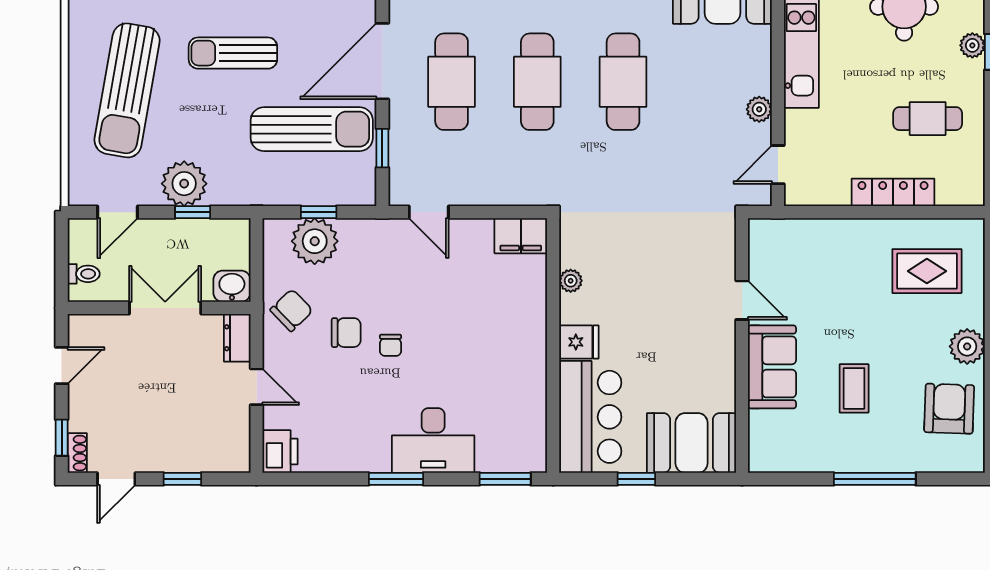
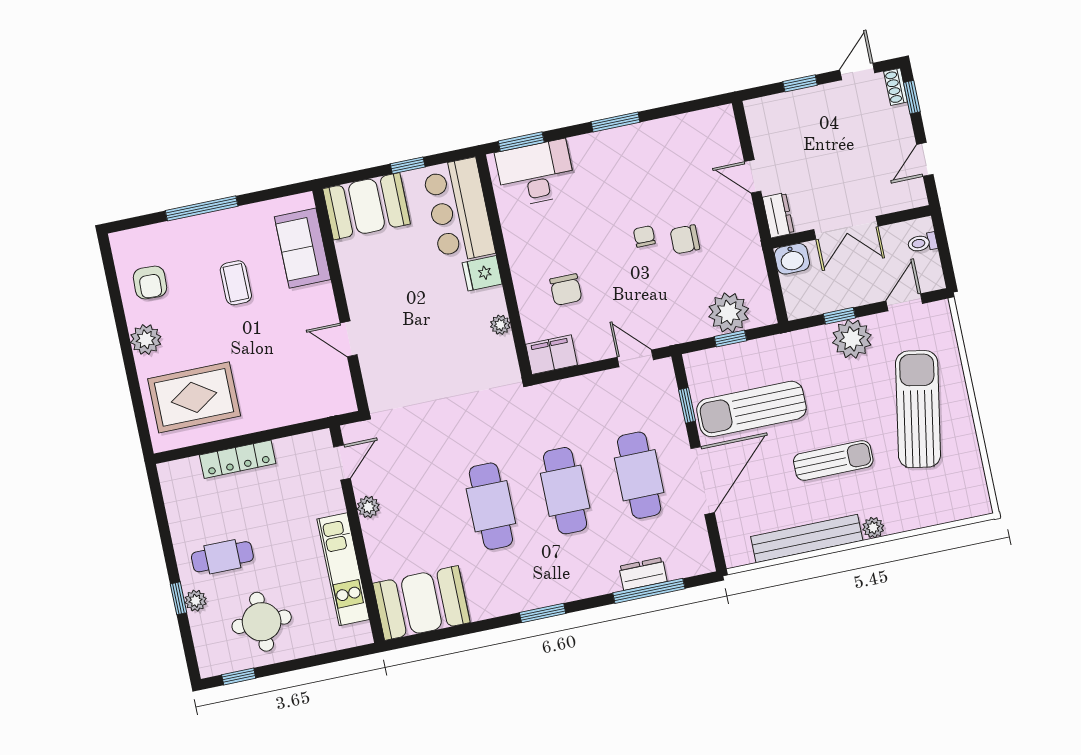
cafe table: (928, 119) -> (222, 557), moved
rug: (927, 271) -> (194, 397), width x1.36, depth x1.43
chair: (291, 310) -> (566, 290), moved, turned -46
sofa: (772, 367) -> (303, 248), moved
armchair: (949, 409) -> (150, 282), width x0.72, depth x0.72
desk: (433, 440) -> (536, 173), moved
printer: (280, 452) -> (721, 125), removed

